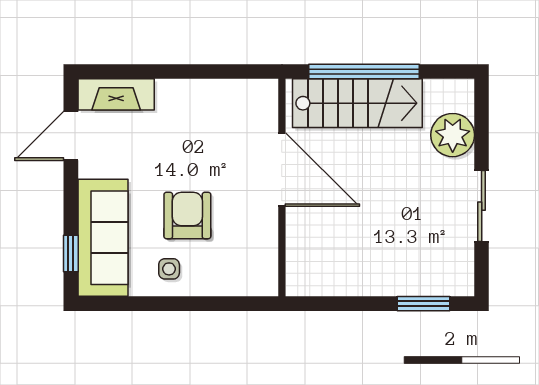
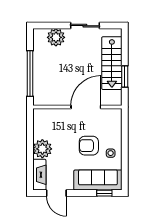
plant: (180, 102) -> (42, 149), added
stairs: (357, 103) -> (112, 63), moved, turned 180
door: (282, 169) -> (86, 107), moved
window: (423, 304) -> (125, 76), moved

